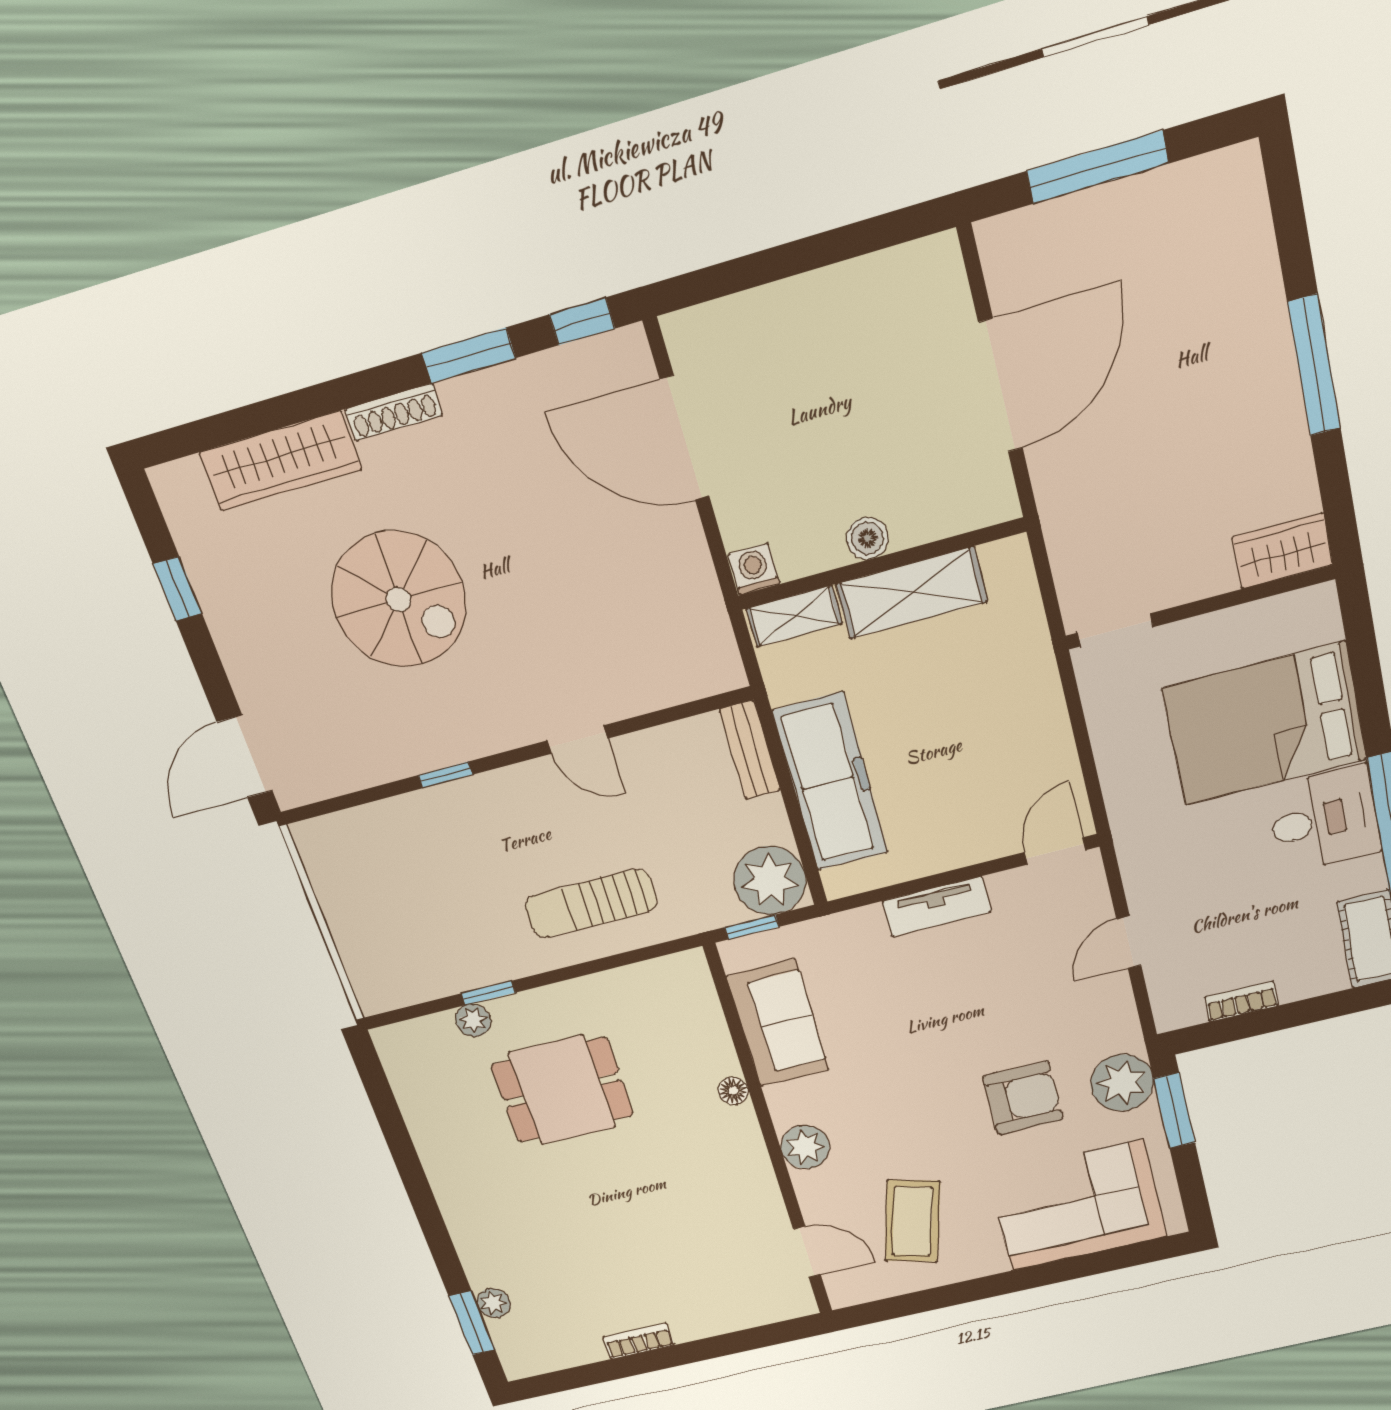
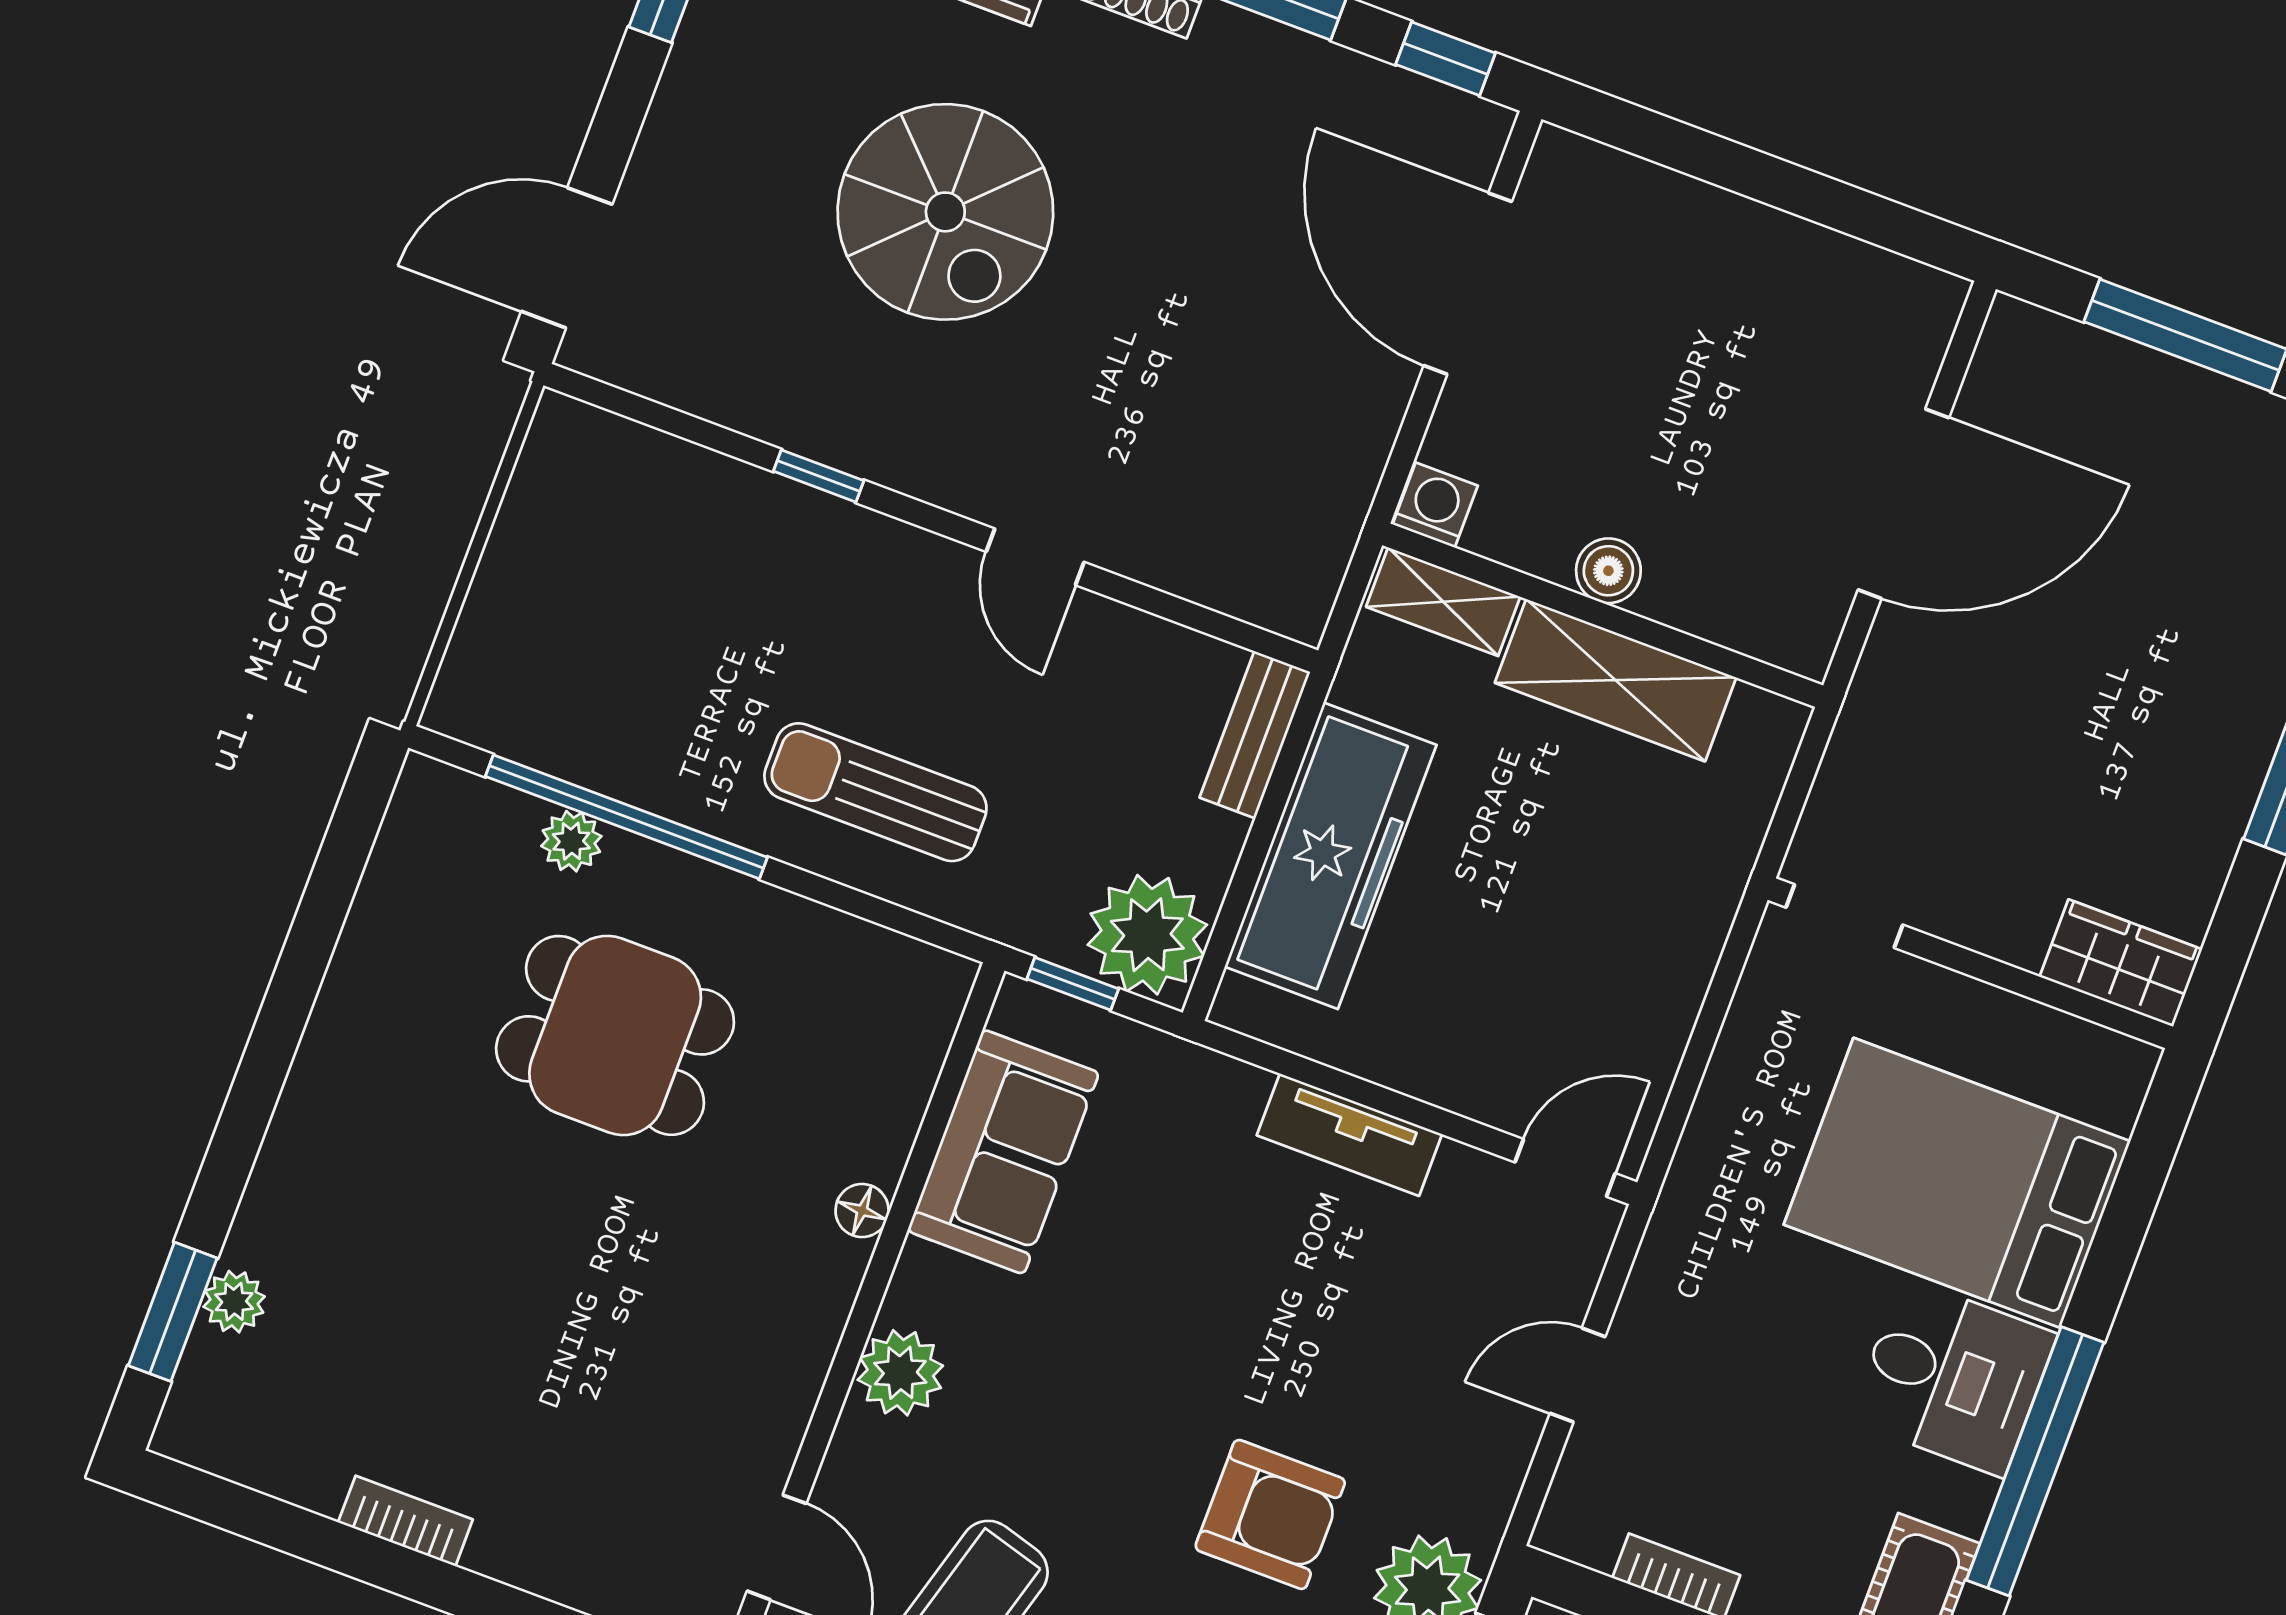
window: (488, 993) -> (626, 817), width x3.17

